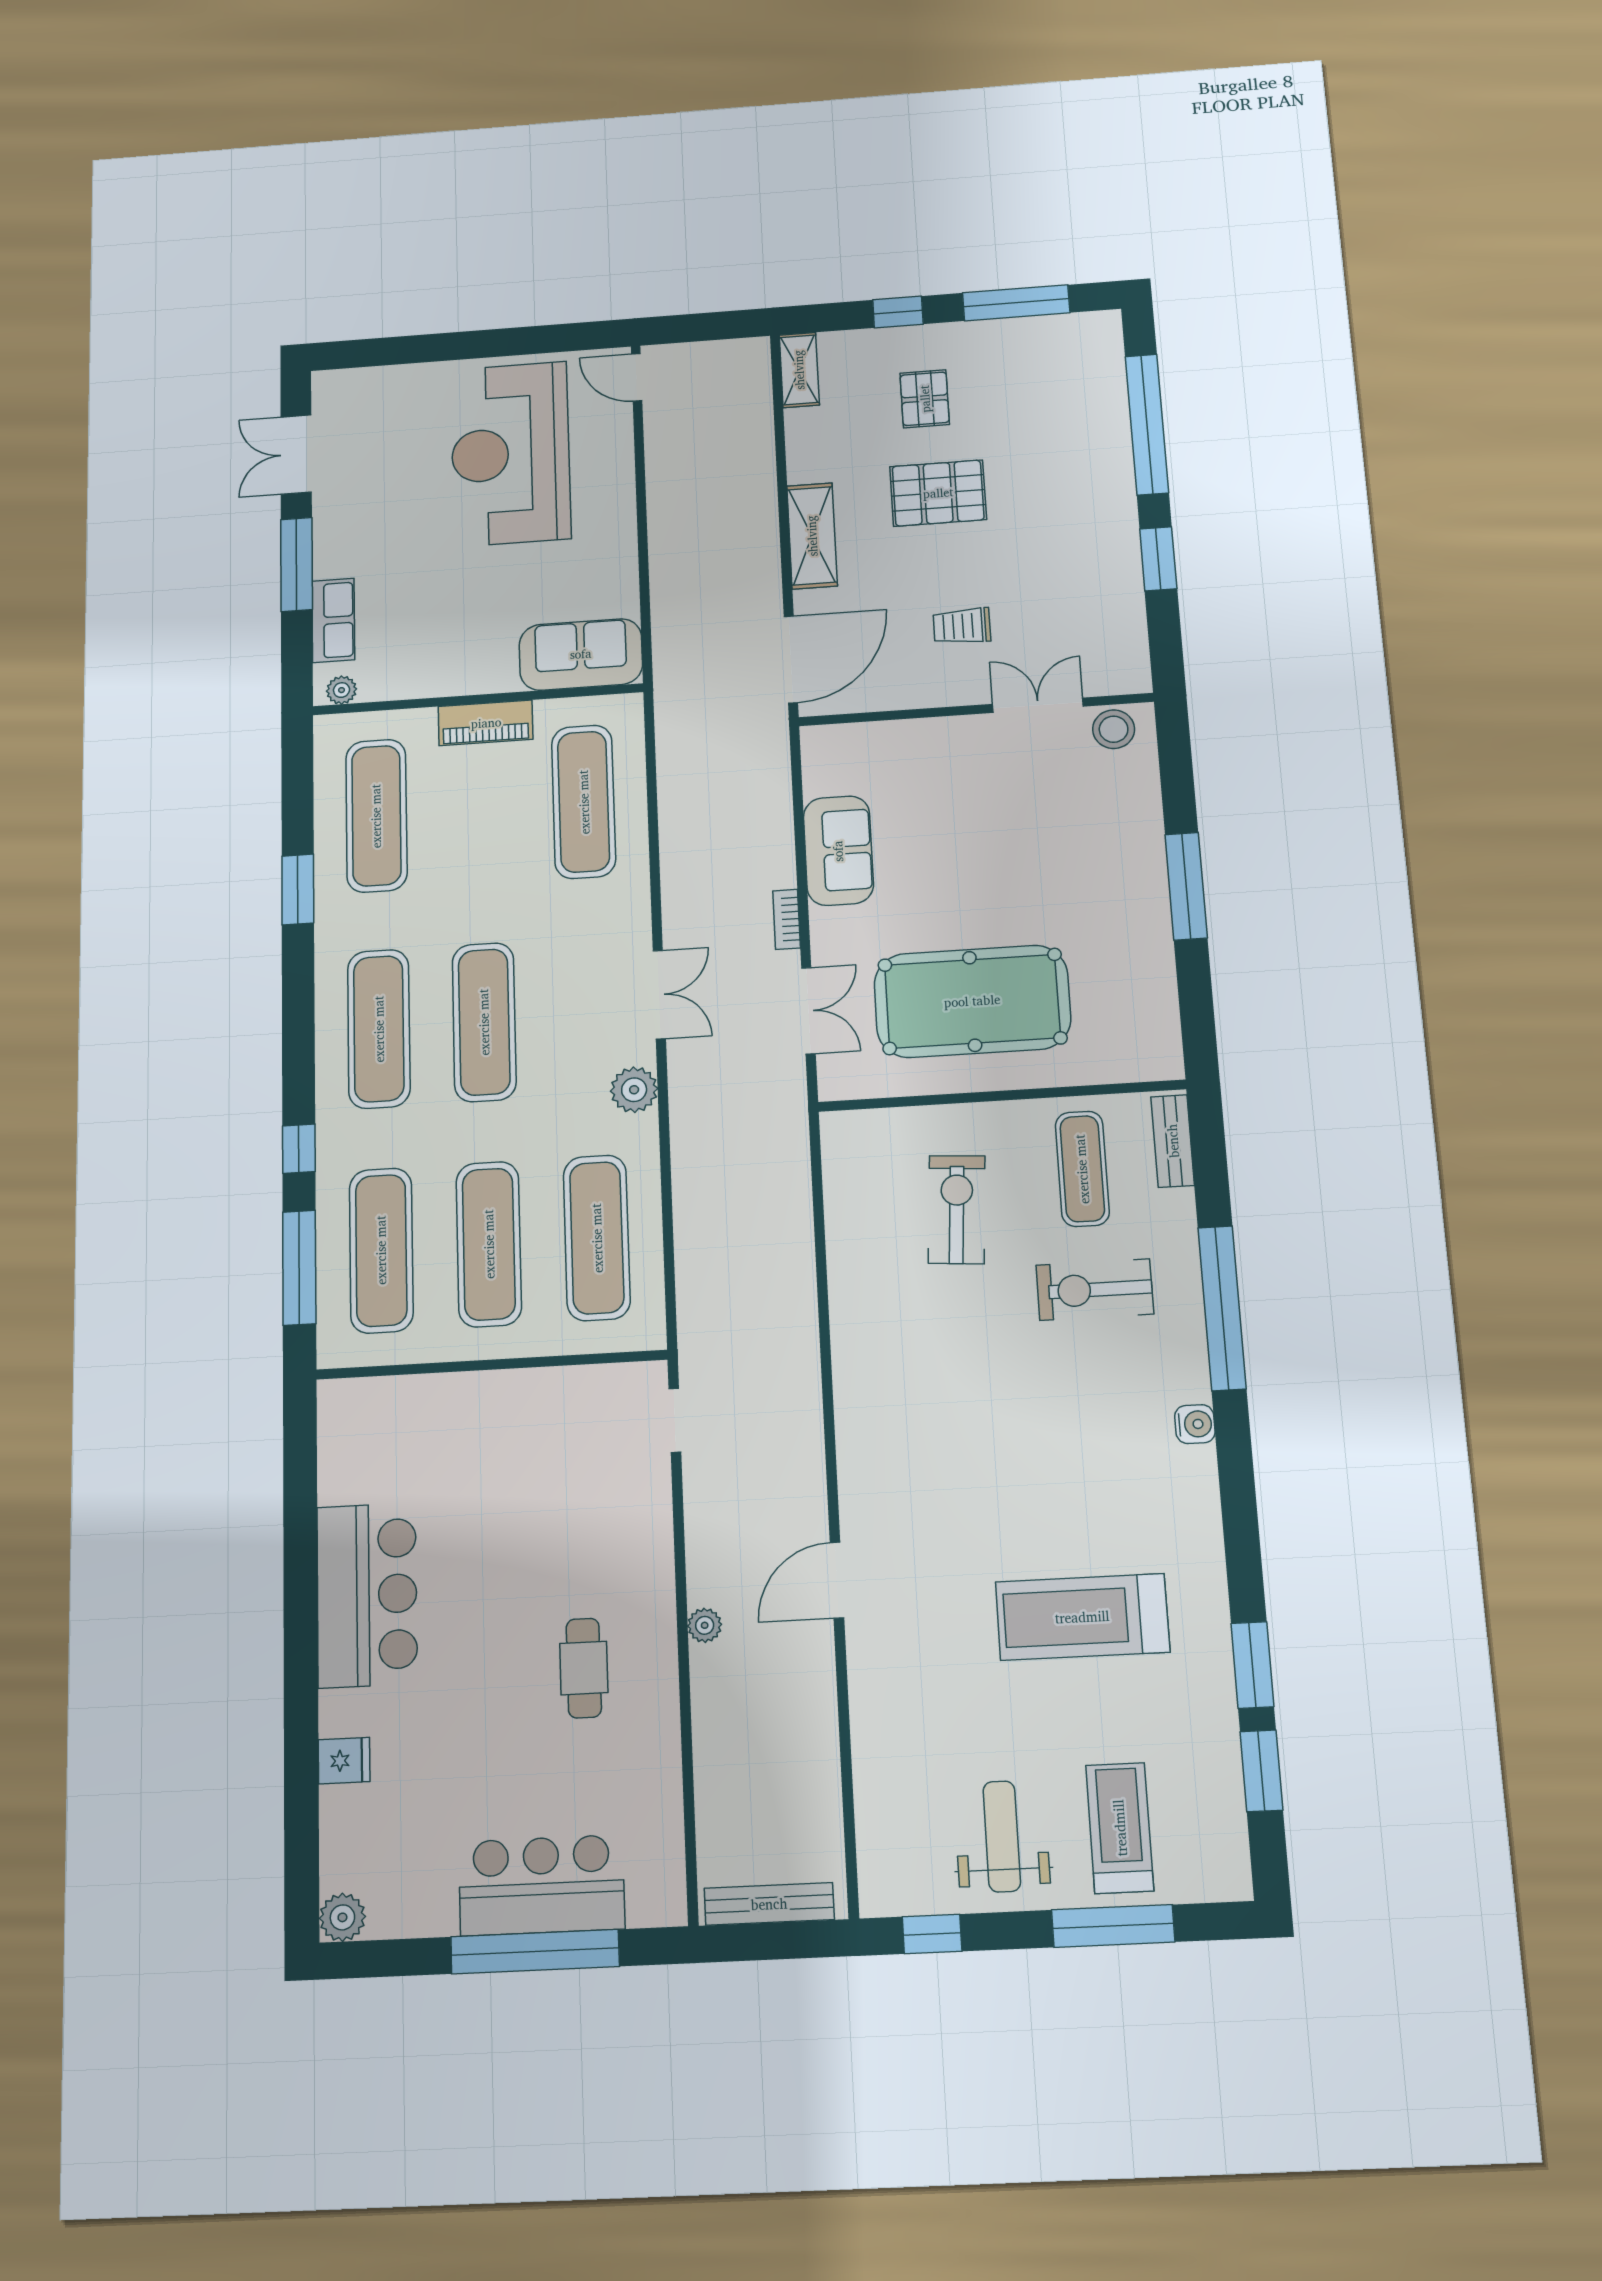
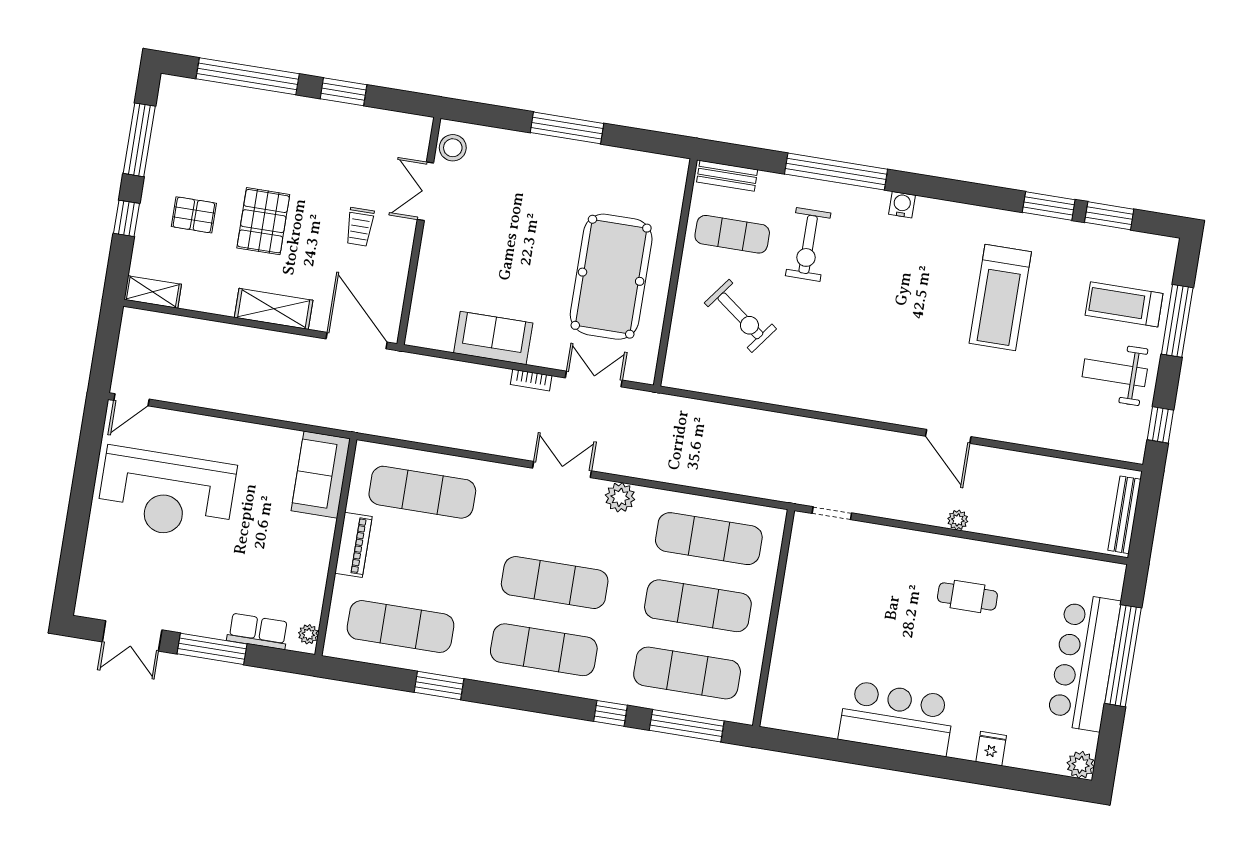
exercise bike: (957, 1209) -> (740, 316), turned -147
bar counter: (542, 1885) -> (1084, 662), width x1.36

